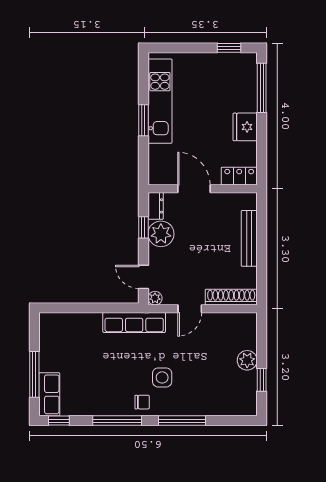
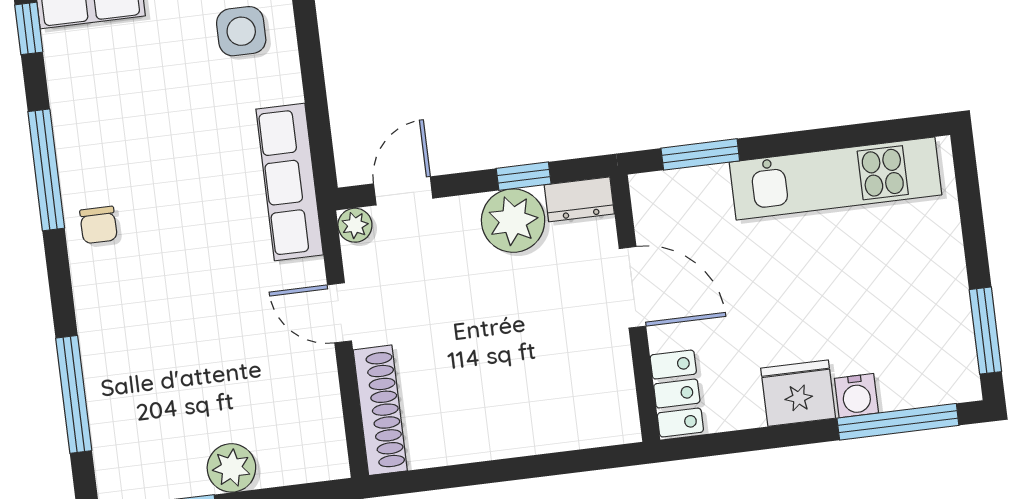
window: (229, 48) -> (985, 331), width x1.50
water cooler: (249, 103) -> (856, 396), added
window: (143, 120) -> (700, 154), moved
door: (194, 189) -> (632, 287), hinge flipped
bench: (249, 238) -> (528, 437), removed
side table: (162, 377) -> (241, 31), moved
window: (182, 421) -> (74, 394), moved

